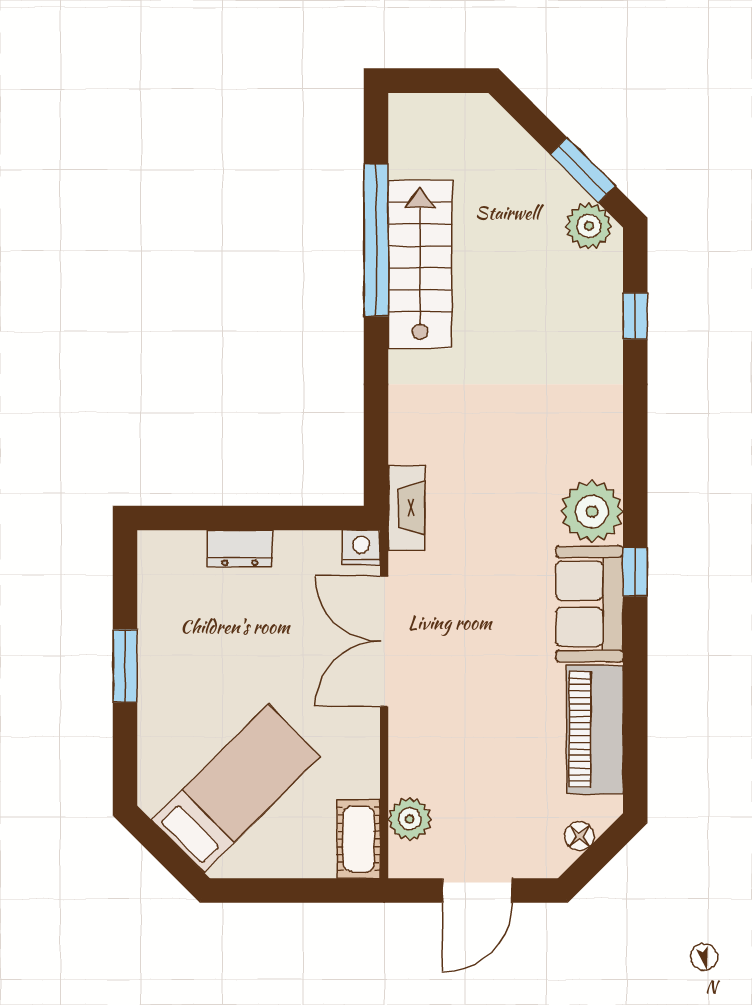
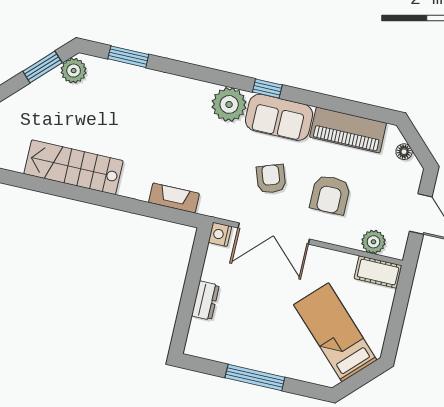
window: (376, 240) -> (55, 188), removed
window: (635, 316) -> (128, 57), width x1.50
fireplace: (406, 508) -> (174, 198), moved
armchair: (479, 615) -> (271, 179), added
window: (125, 666) -> (255, 377), width x1.44
armchair: (475, 724) -> (330, 195), added

